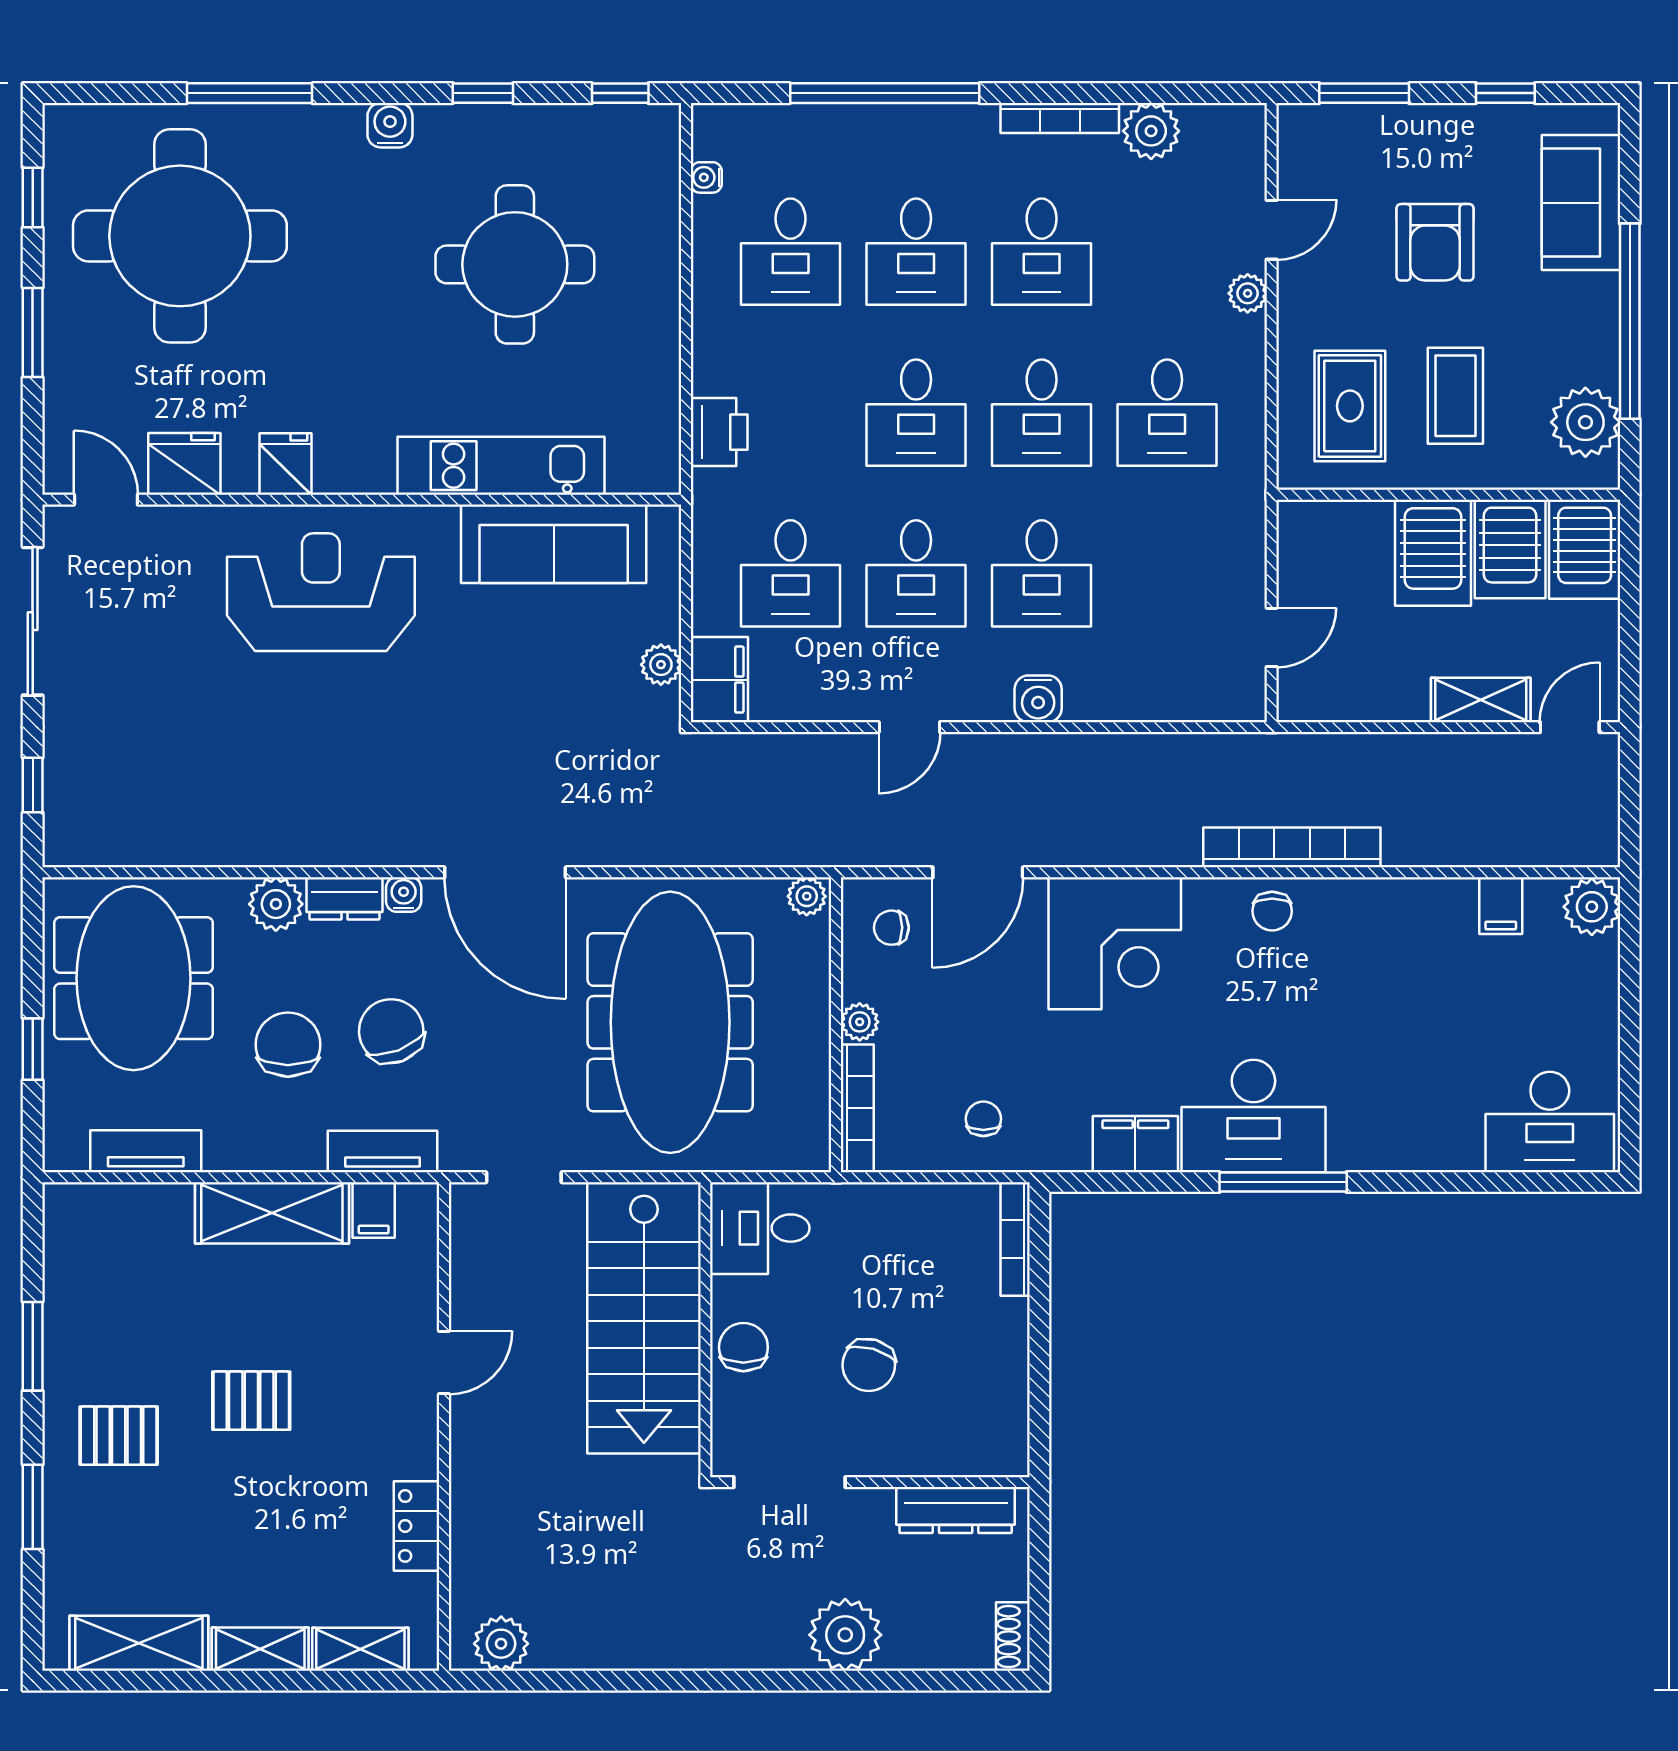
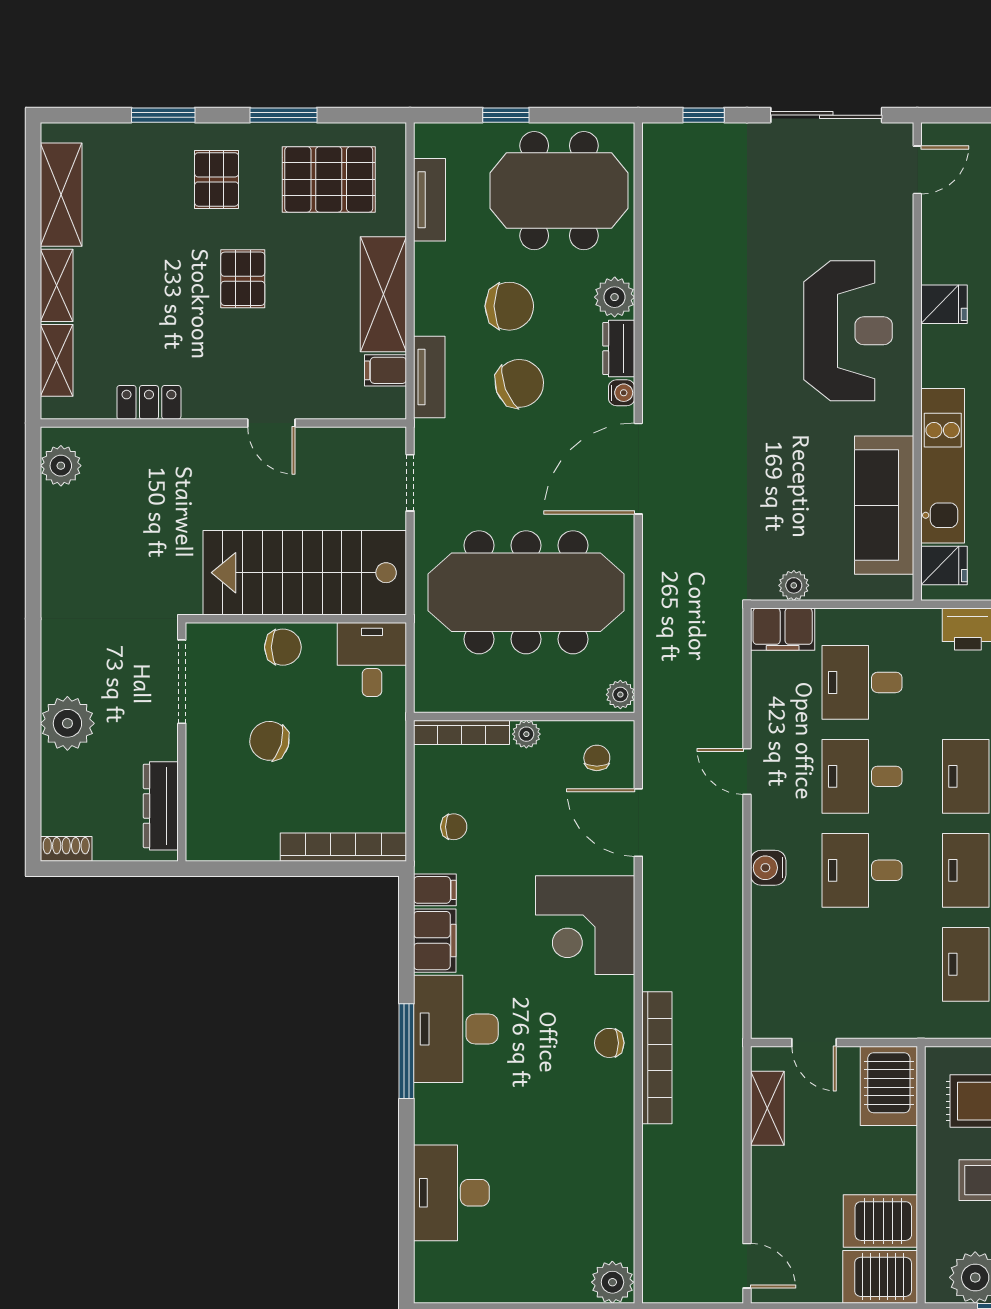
fridge: (184, 464) -> (944, 565), moved, width x0.72
server rack: (1433, 553) -> (889, 1086), moved, turned -90
shelving: (1481, 700) -> (767, 1108), moved
filing cabinet: (1501, 906) -> (435, 890), moved, turned 180
desk: (1550, 1122) -> (451, 1193), moved
bookcase: (1015, 1239) -> (343, 847), width x1.48, depth x1.31
pallet: (119, 1286) -> (329, 179), added

